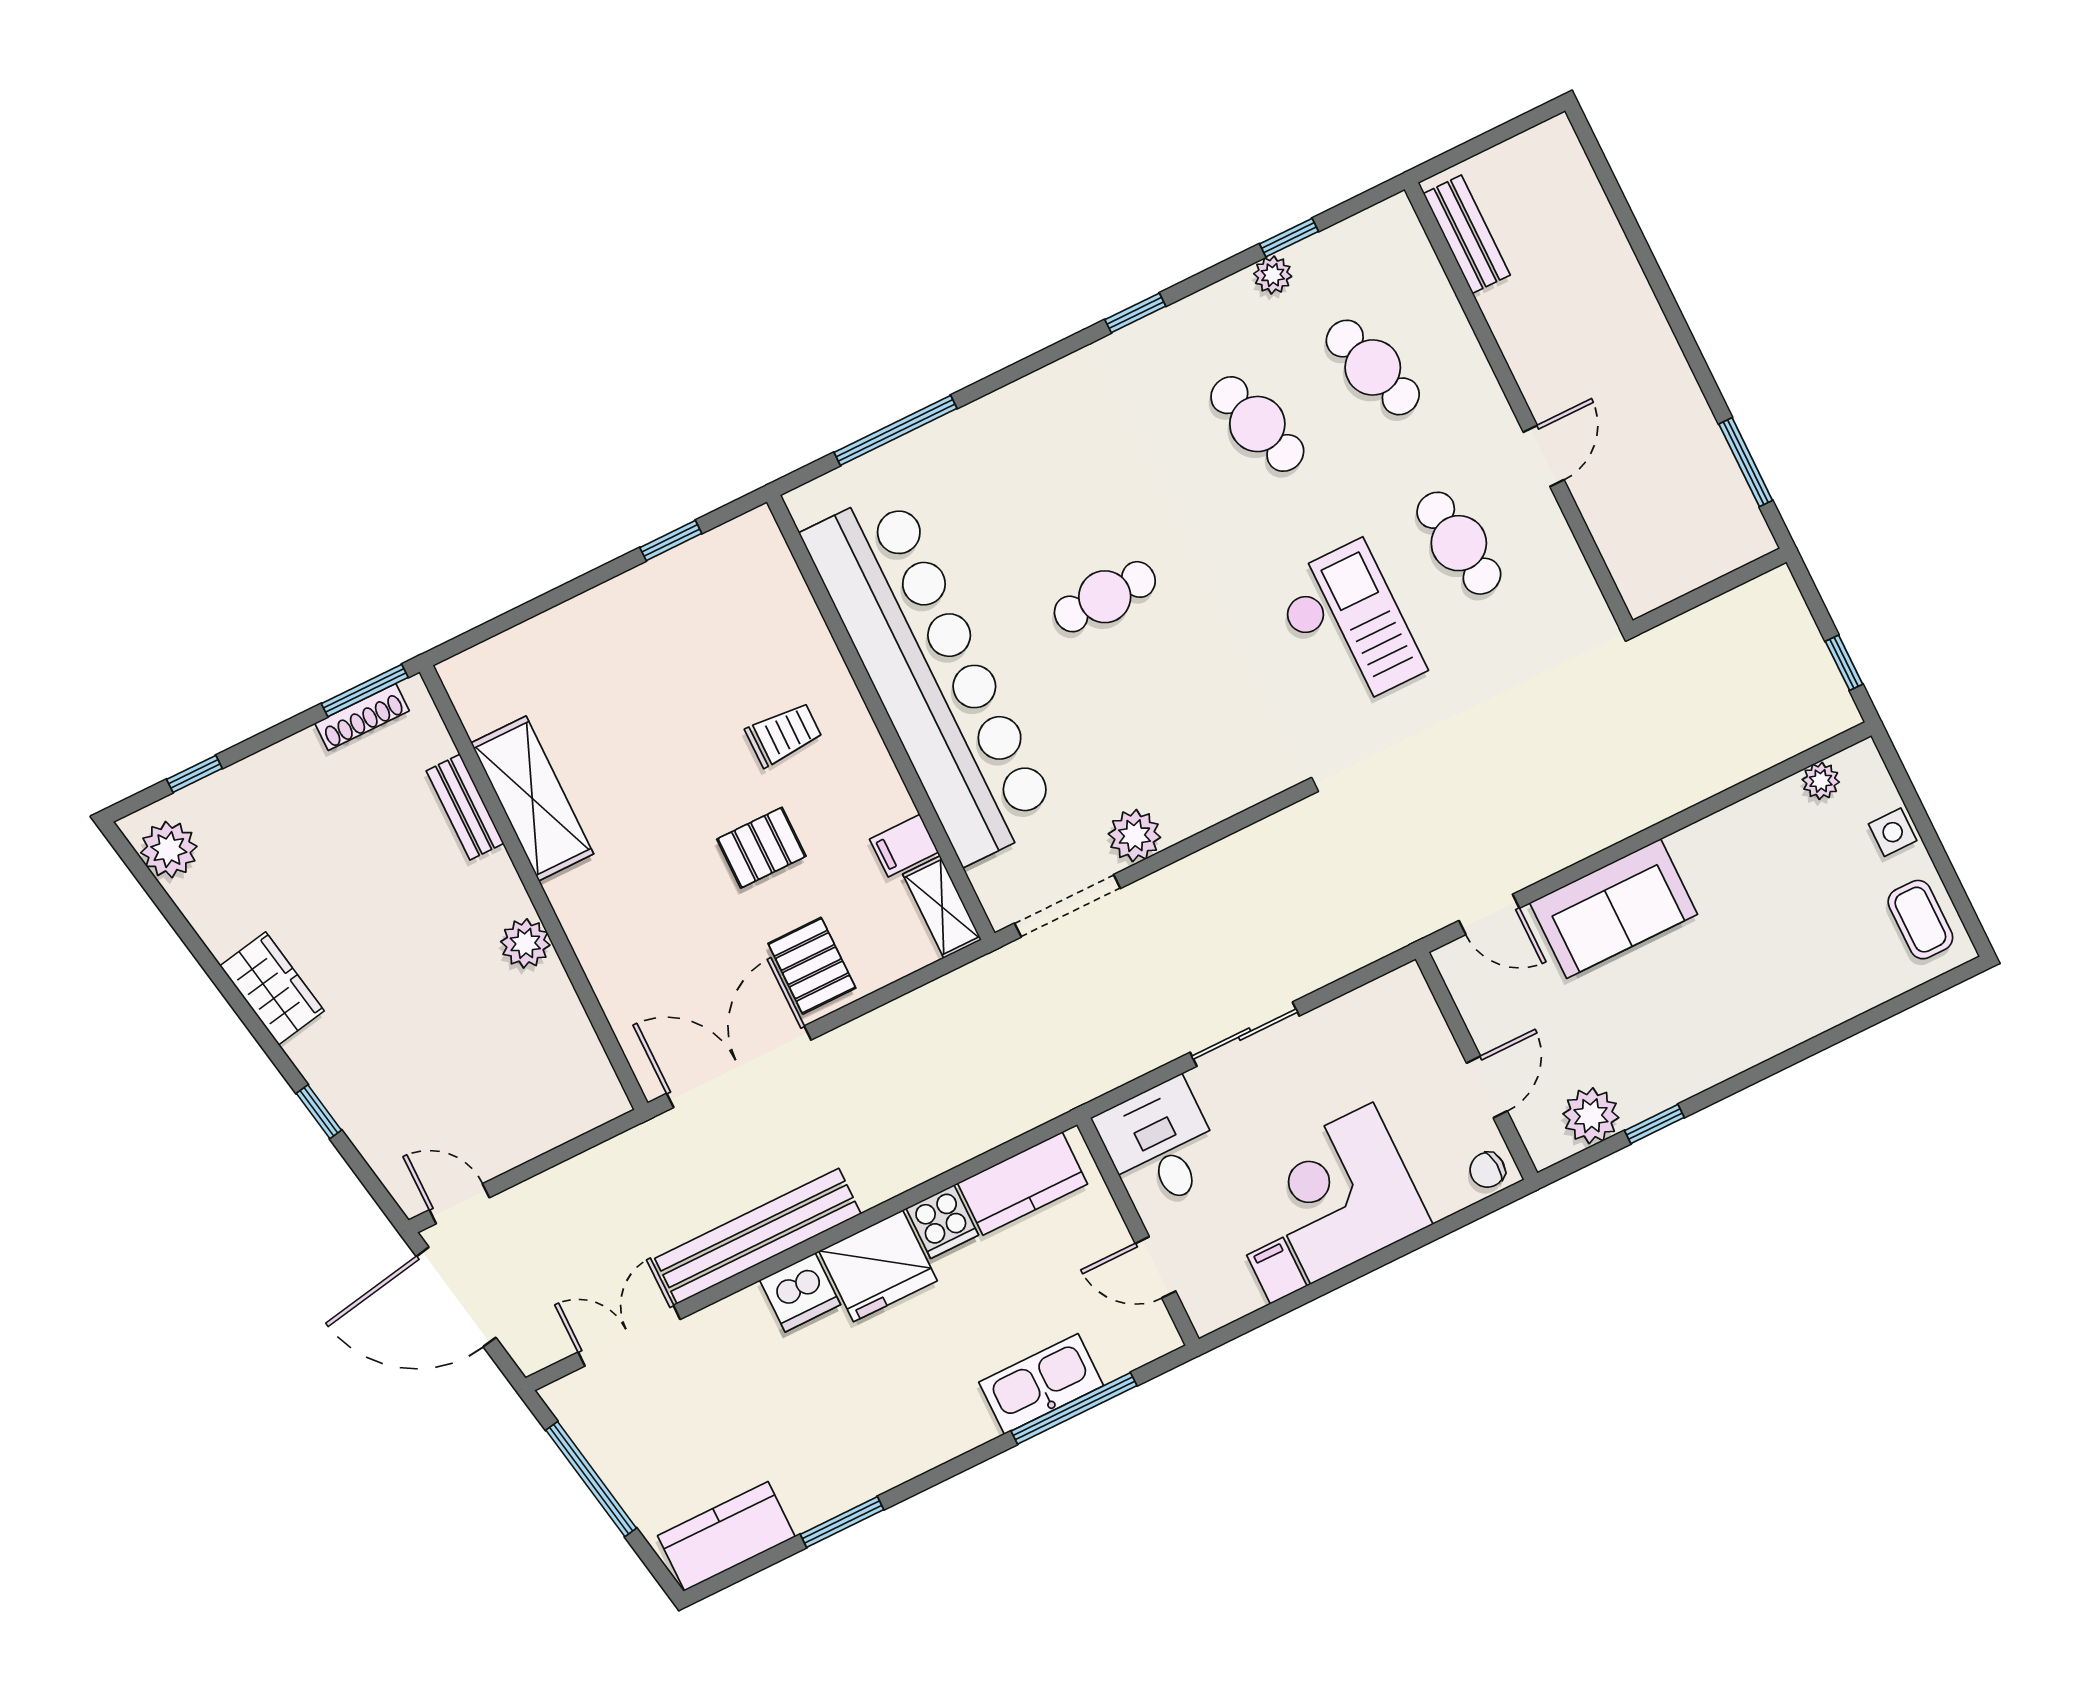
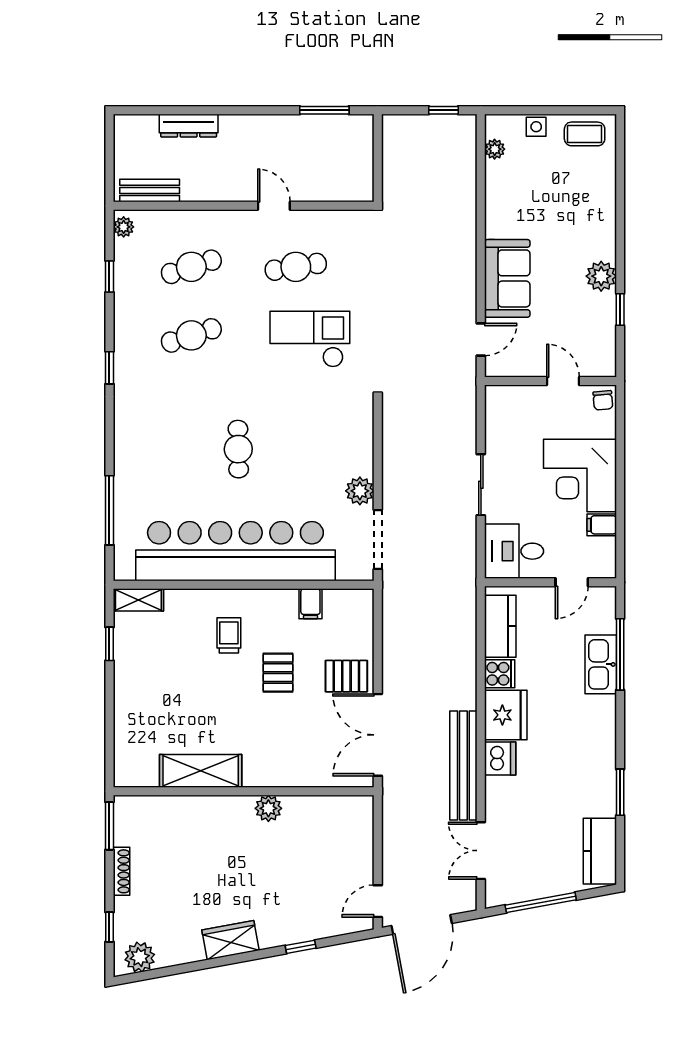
dresser: (1608, 247) -> (189, 126), added
plant: (1273, 275) -> (124, 227), moved
shoe rack: (362, 717) -> (122, 871), moved
bench: (465, 807) -> (189, 805), removed
shelving: (942, 907) -> (138, 600), moved
plant: (1591, 1116) -> (601, 276), moved

